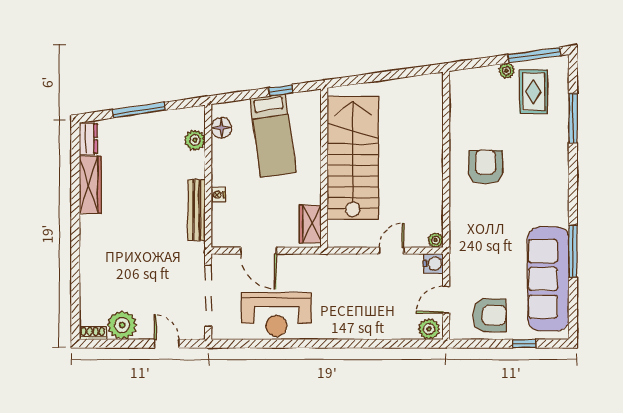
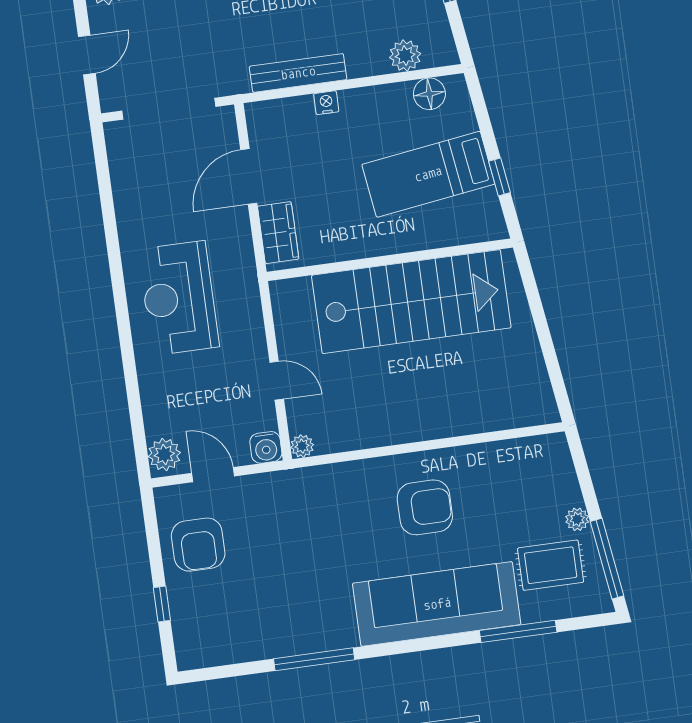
wardrobe: (310, 224) -> (278, 233), moved, turned 90
sofa: (548, 279) -> (437, 604), moved
reception desk: (276, 315) -> (179, 298), moved

